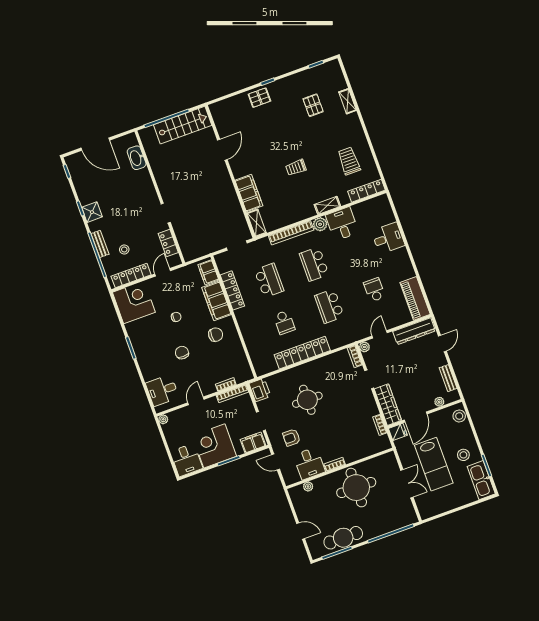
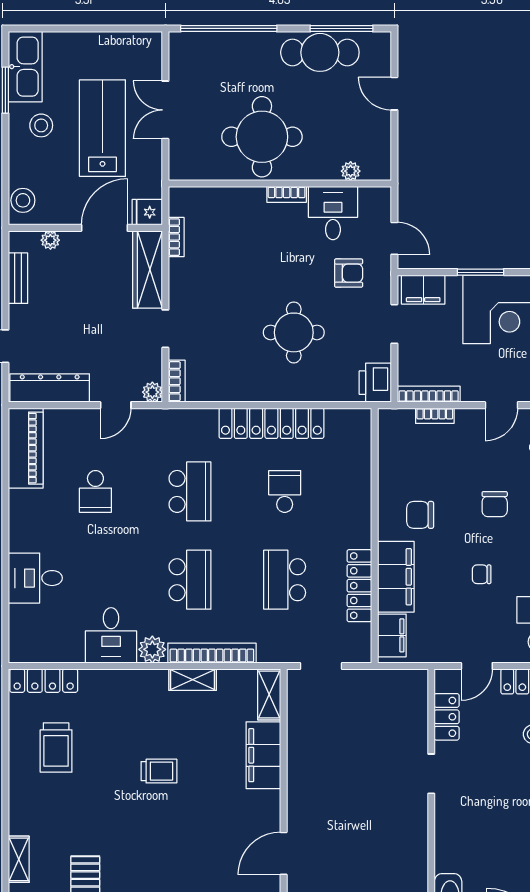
shelving: (327, 205) -> (193, 680), moved

